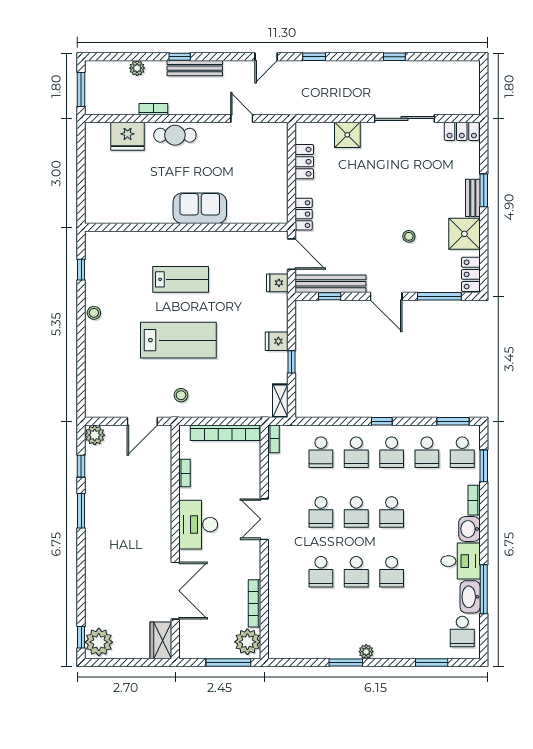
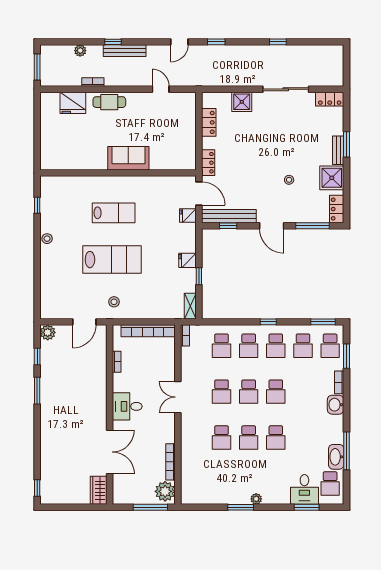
desk: (198, 525) -> (127, 406), width x0.73
desk: (460, 561) -> (304, 489), moved, turned 90
plant: (99, 642) -> (51, 492), removed

